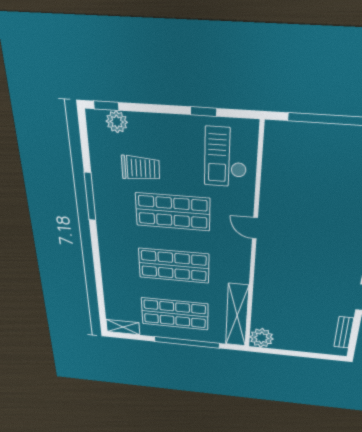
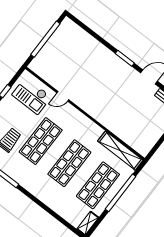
door: (255, 228) -> (63, 96), moved
plant: (262, 338) -> (143, 147), removed

